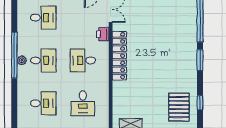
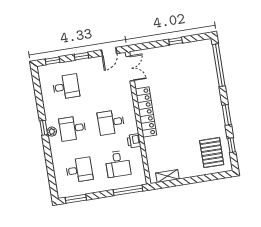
printer: (103, 34) -> (134, 141), moved
window: (14, 55) -> (44, 128), width x0.32
desk: (43, 60) -> (73, 128), turned 180
window: (200, 60) -> (227, 115), moved

